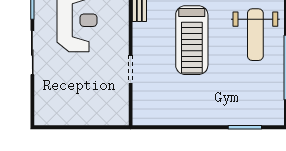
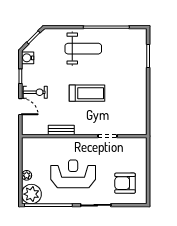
treadmill: (192, 40) -> (87, 93), width x0.73, depth x0.73
armchair: (64, 94) -> (125, 183), added

